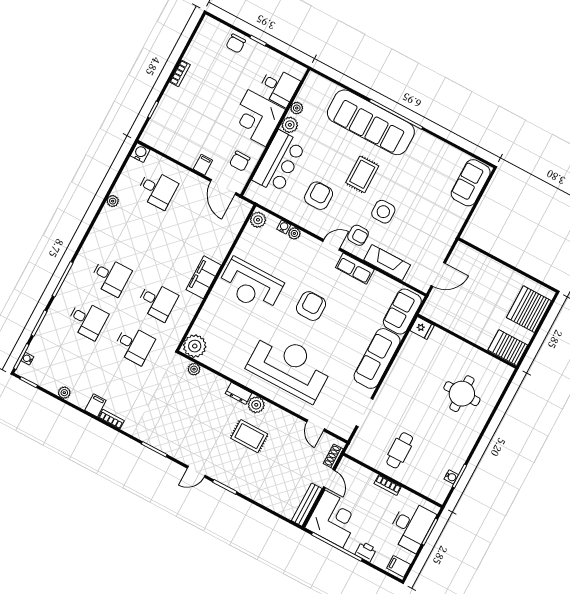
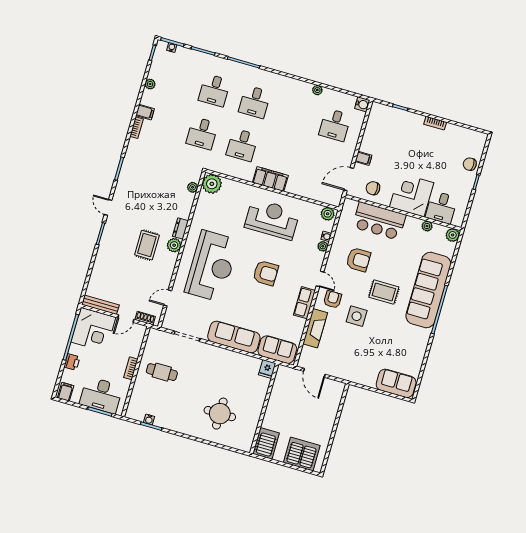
plant: (290, 125) -> (453, 235), moved
armchair: (358, 235) -> (333, 299), turned 180
reception desk: (250, 285) -> (272, 219), turned 90

